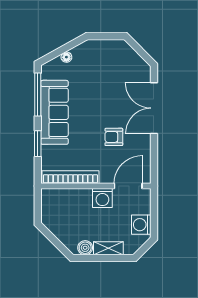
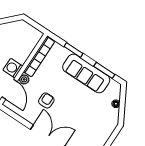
window: (38, 95) -> (104, 70), width x0.69
plant: (107, 177) -> (24, 79), added

